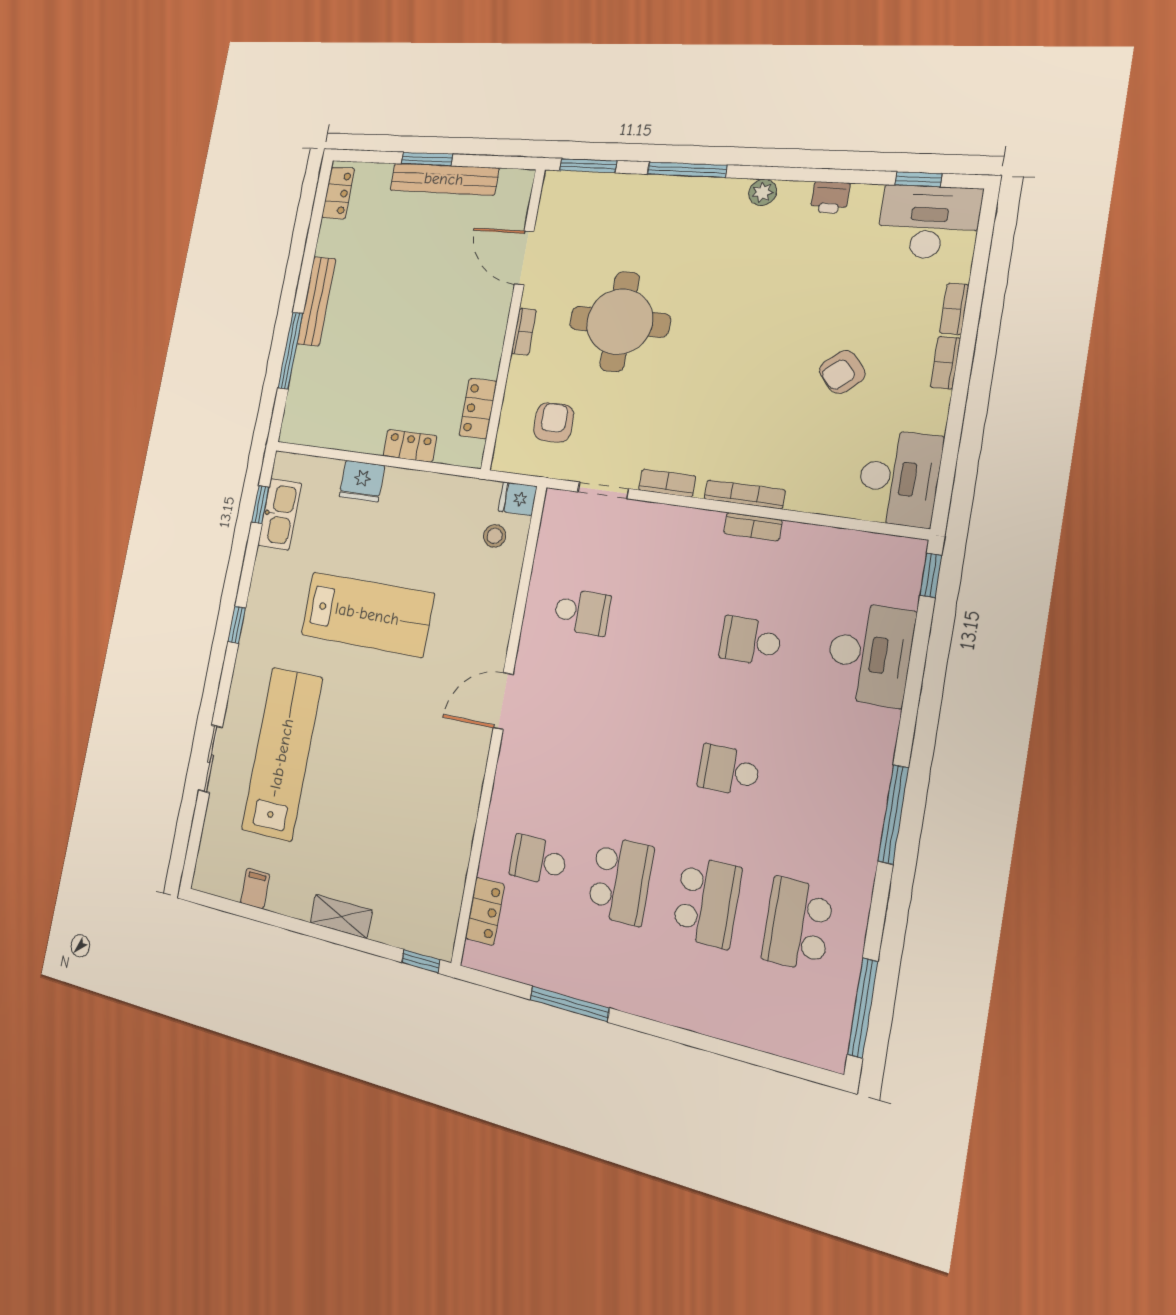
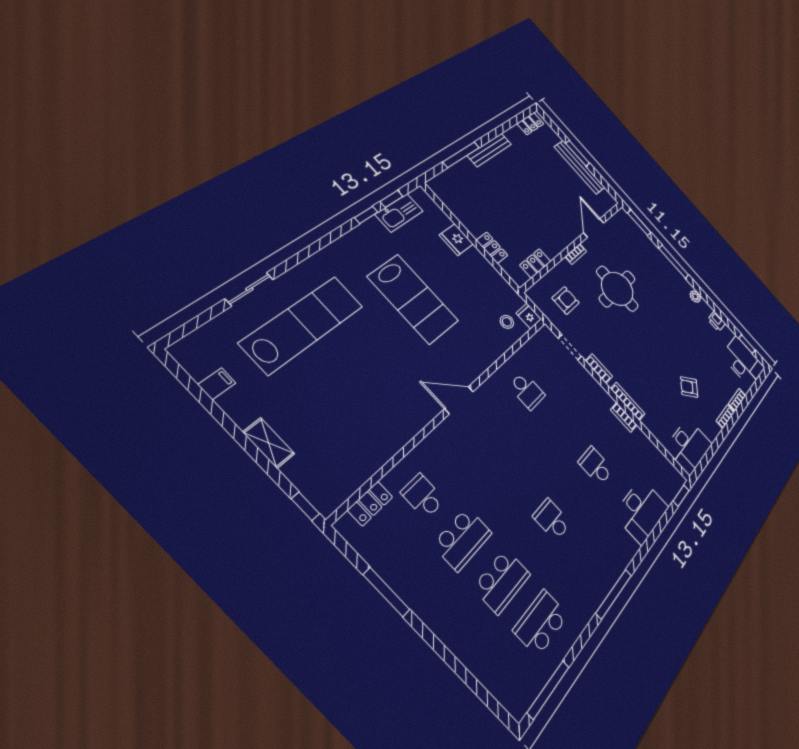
window: (237, 625) -> (366, 215), moved

